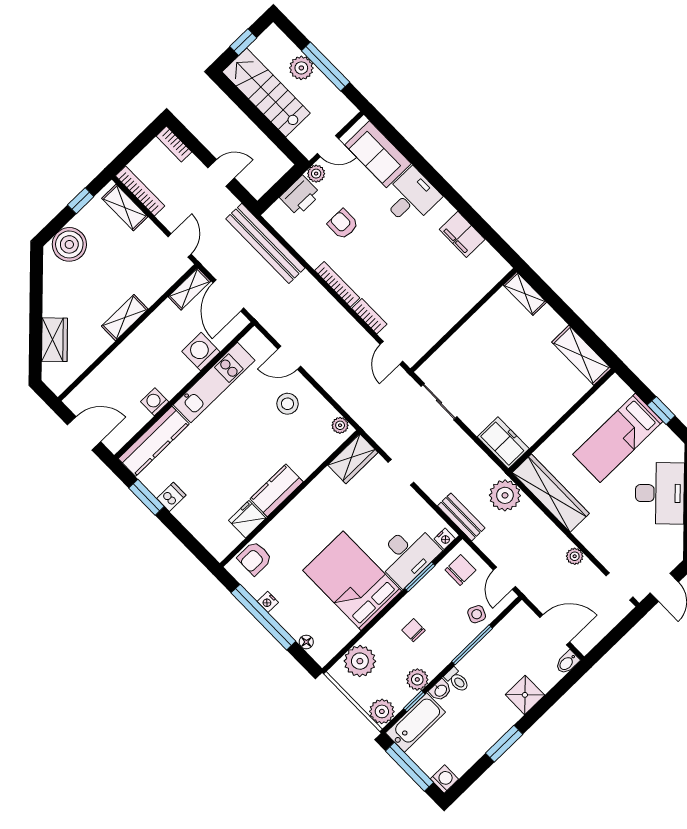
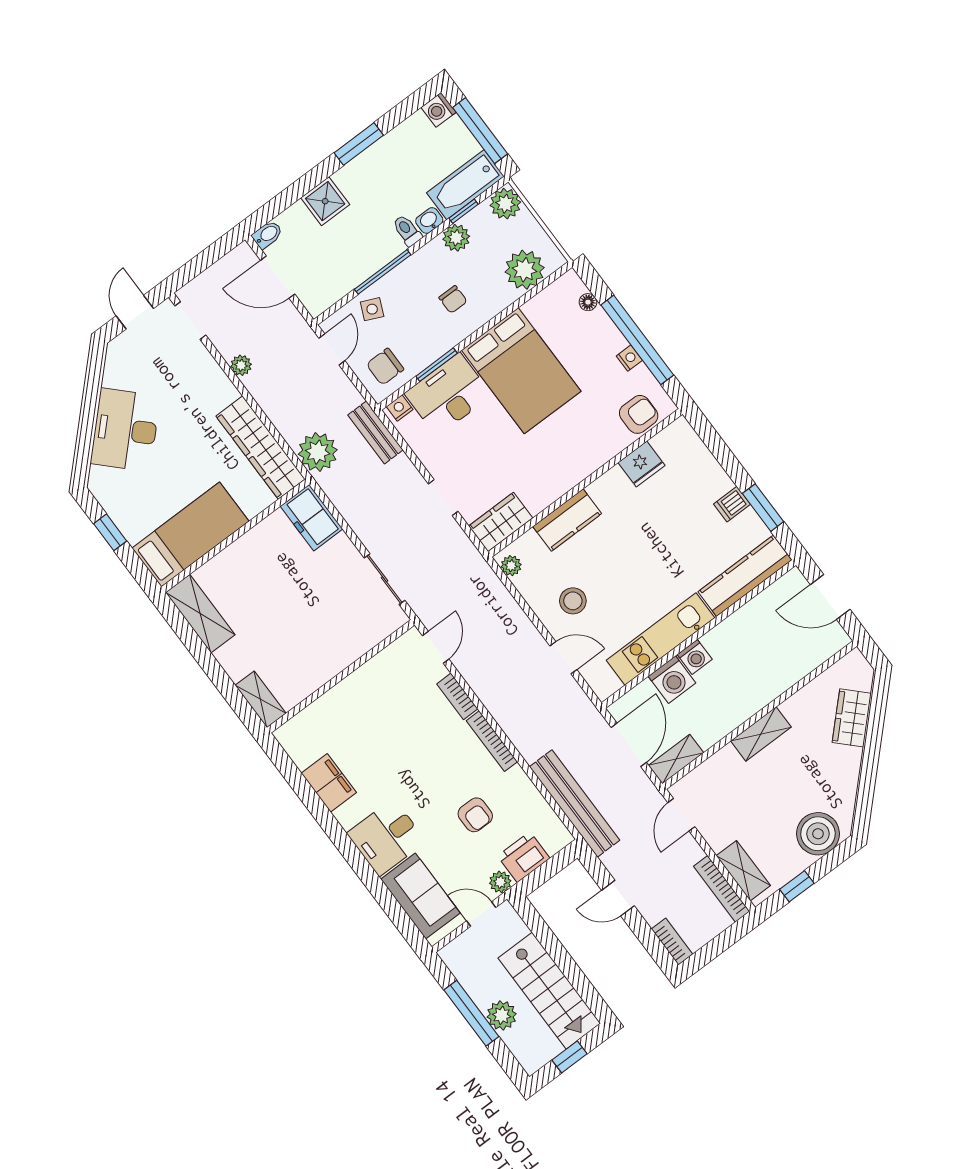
washing machine: (155, 402) -> (695, 657), moved
bed: (618, 438) -> (190, 535), moved
kitchen counter: (277, 490) -> (567, 520), moved

